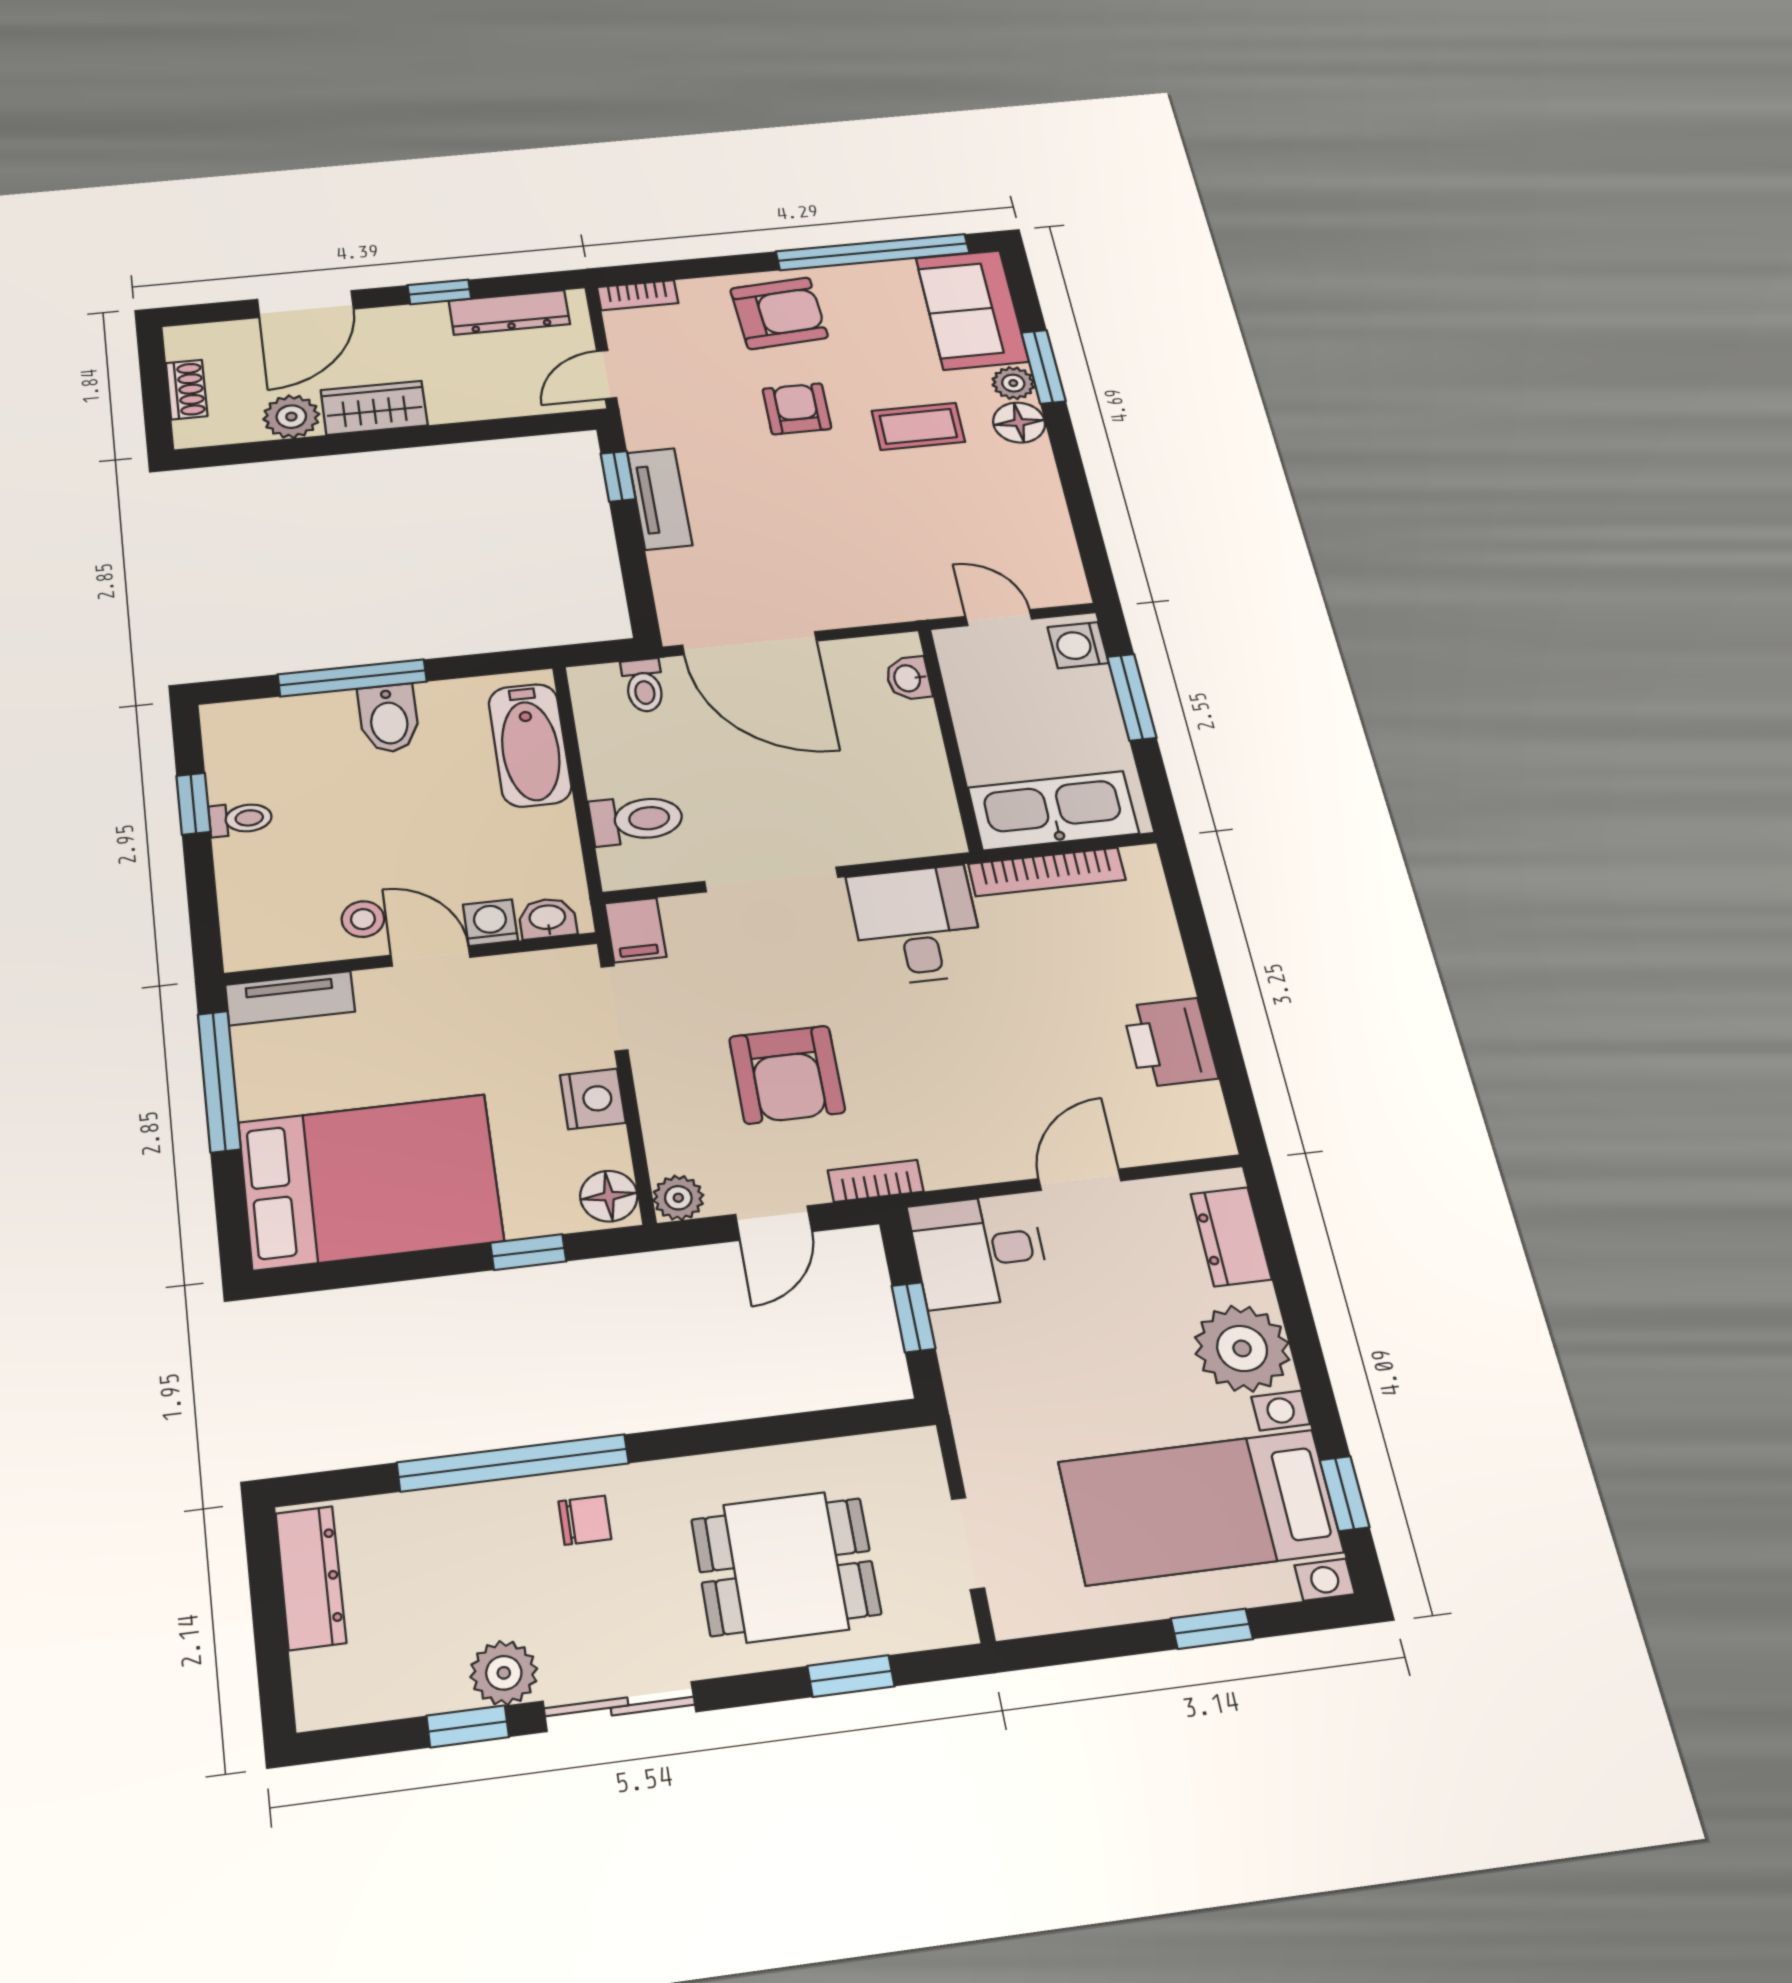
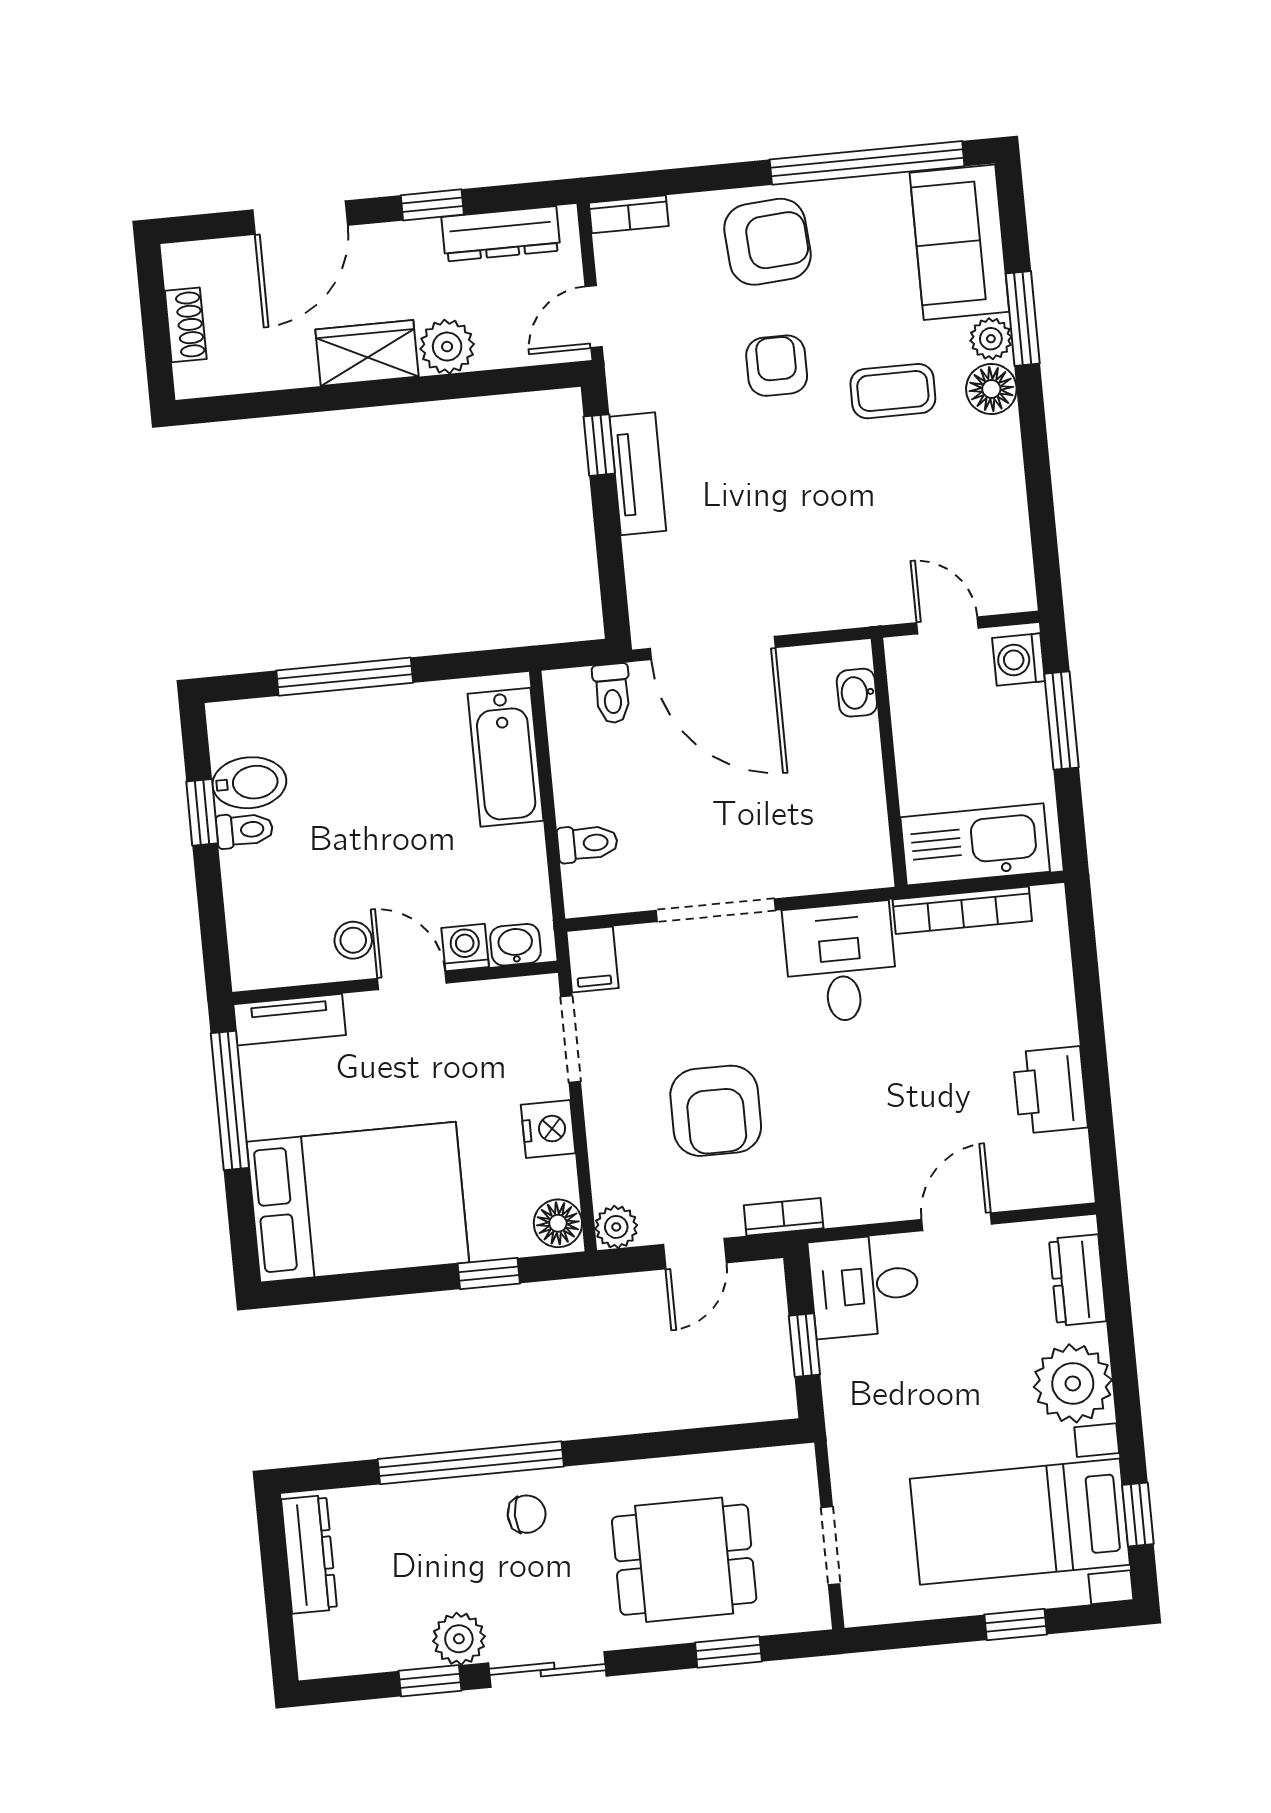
plant: (291, 417) -> (447, 347), moved
bidet: (389, 718) -> (249, 783), moved, turned -90
toilet: (637, 820) -> (587, 843), width x0.73, depth x0.72

